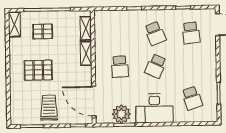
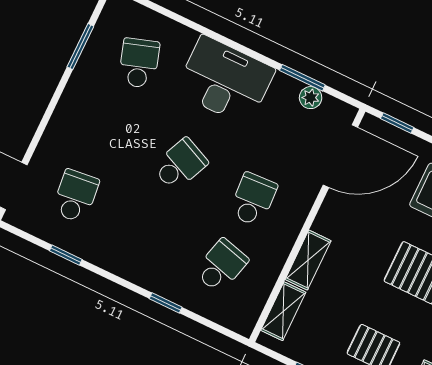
school desk: (155, 33) -> (221, 266), moved, turned 36
door: (94, 101) -> (340, 156), hinge flipped
plant: (121, 114) -> (311, 98), width x0.53, depth x0.53

